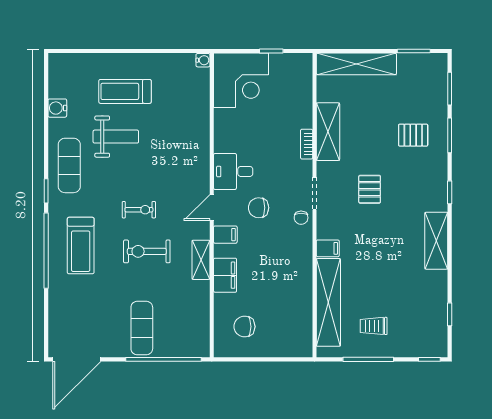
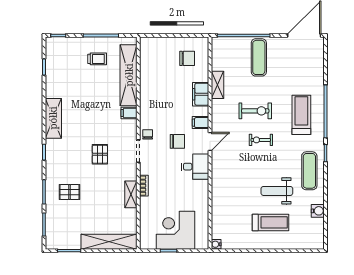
corner desk: (241, 80) -> (175, 230), moved
shelving: (328, 132) -> (131, 194), width x0.67, depth x0.75
shelving: (201, 260) -> (218, 85), moved

